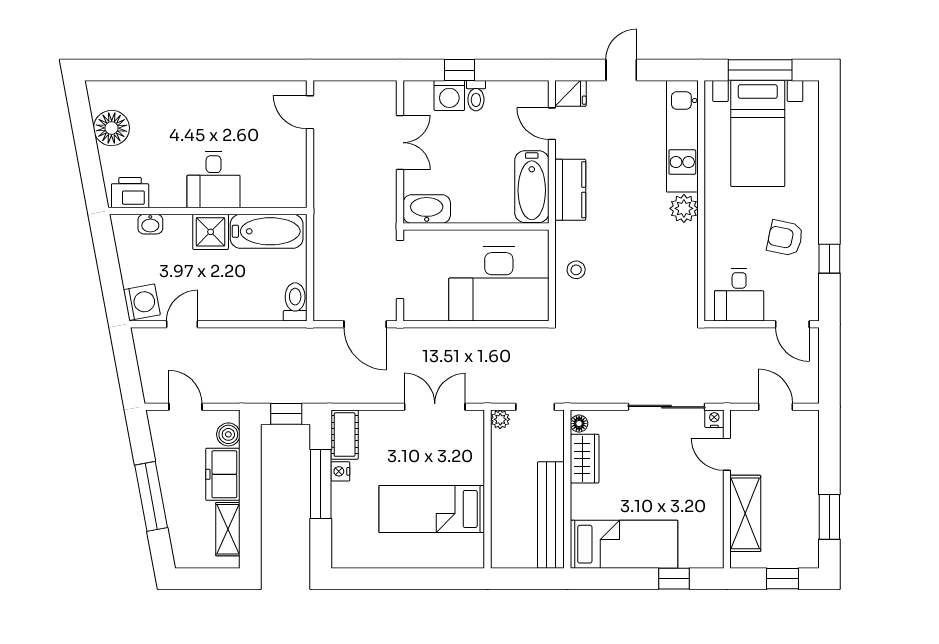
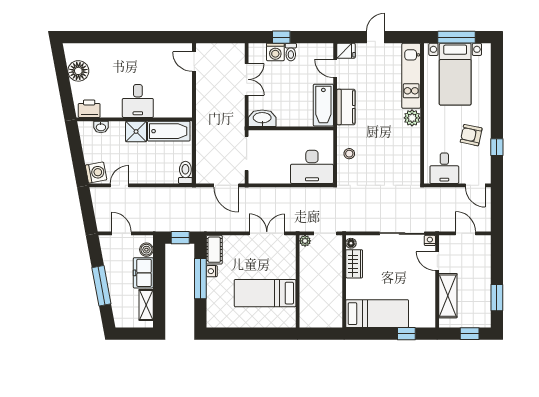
desk: (499, 284) -> (312, 167), width x0.73, depth x0.77
bench: (551, 515) -> (335, 297), removed

